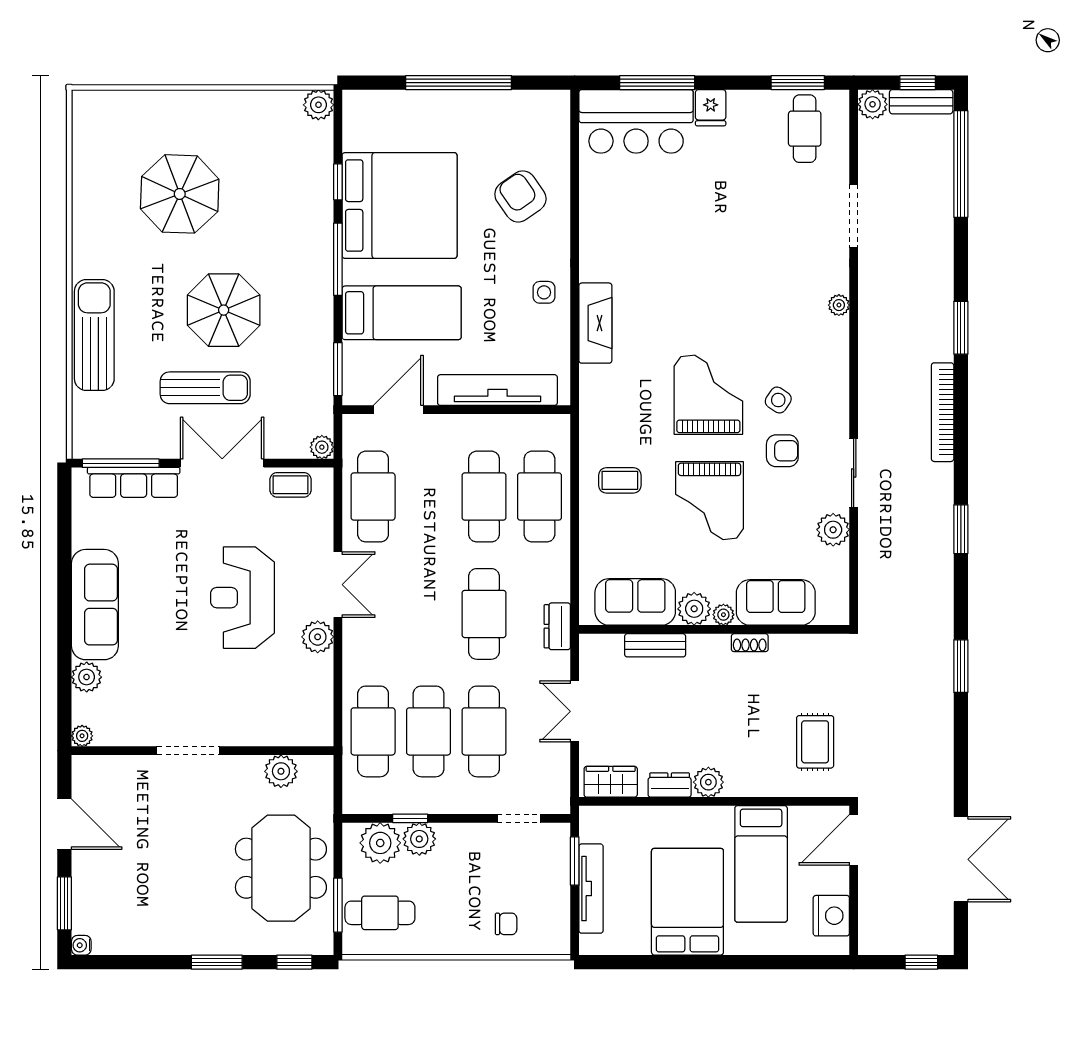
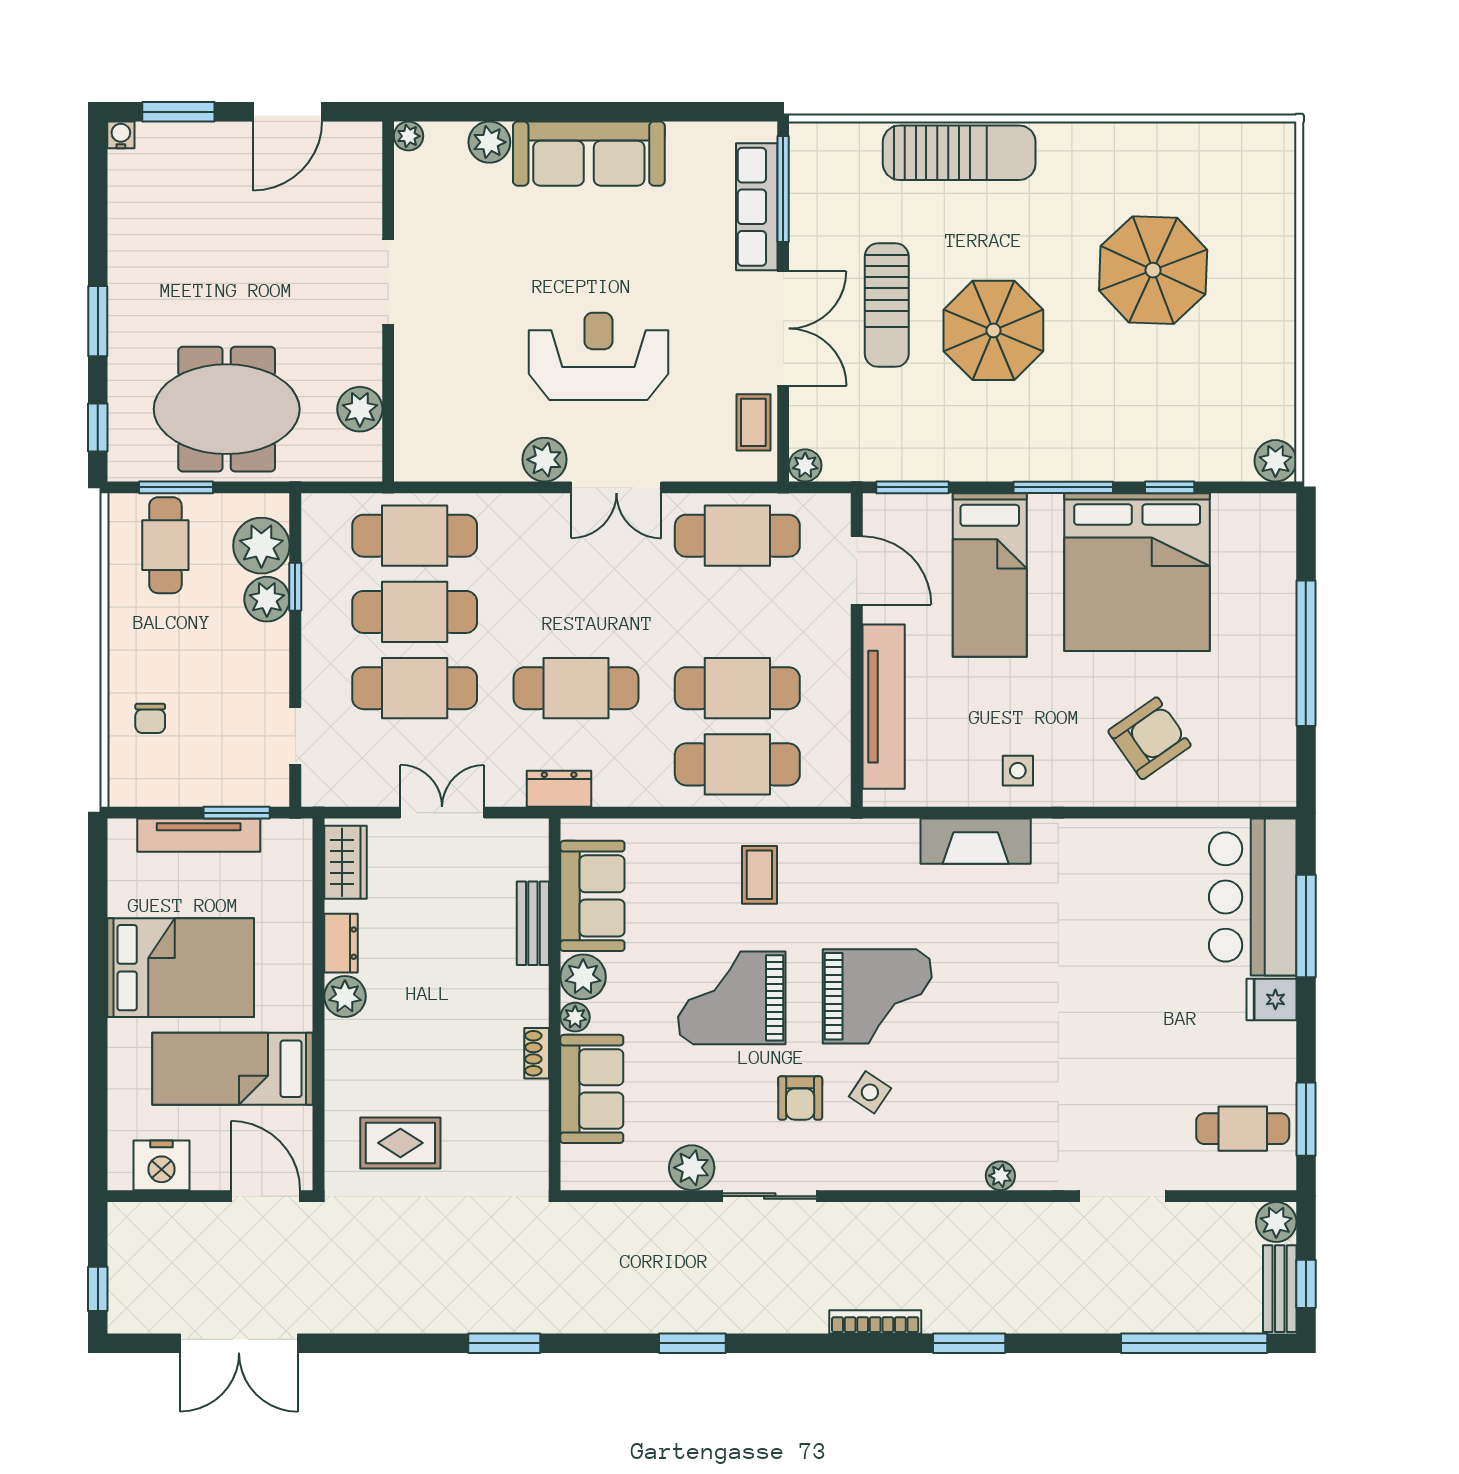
bookcase: (943, 412) -> (875, 1322), width x0.68, depth x0.76

